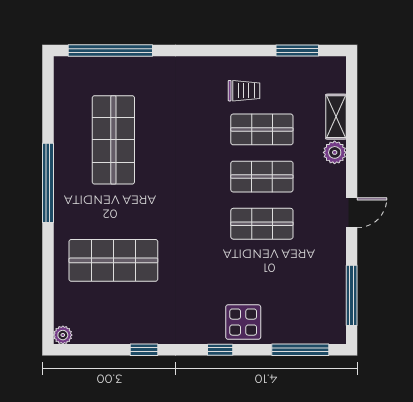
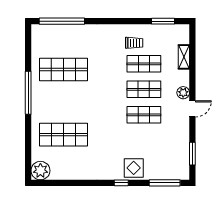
shop shelf: (113, 140) -> (63, 69), turned 90
plant: (335, 152) -> (183, 93), moved
window: (352, 295) -> (192, 154), width x0.69
plant: (63, 335) -> (40, 171), width x1.88, depth x1.88
window: (144, 350) -> (80, 183), removed

